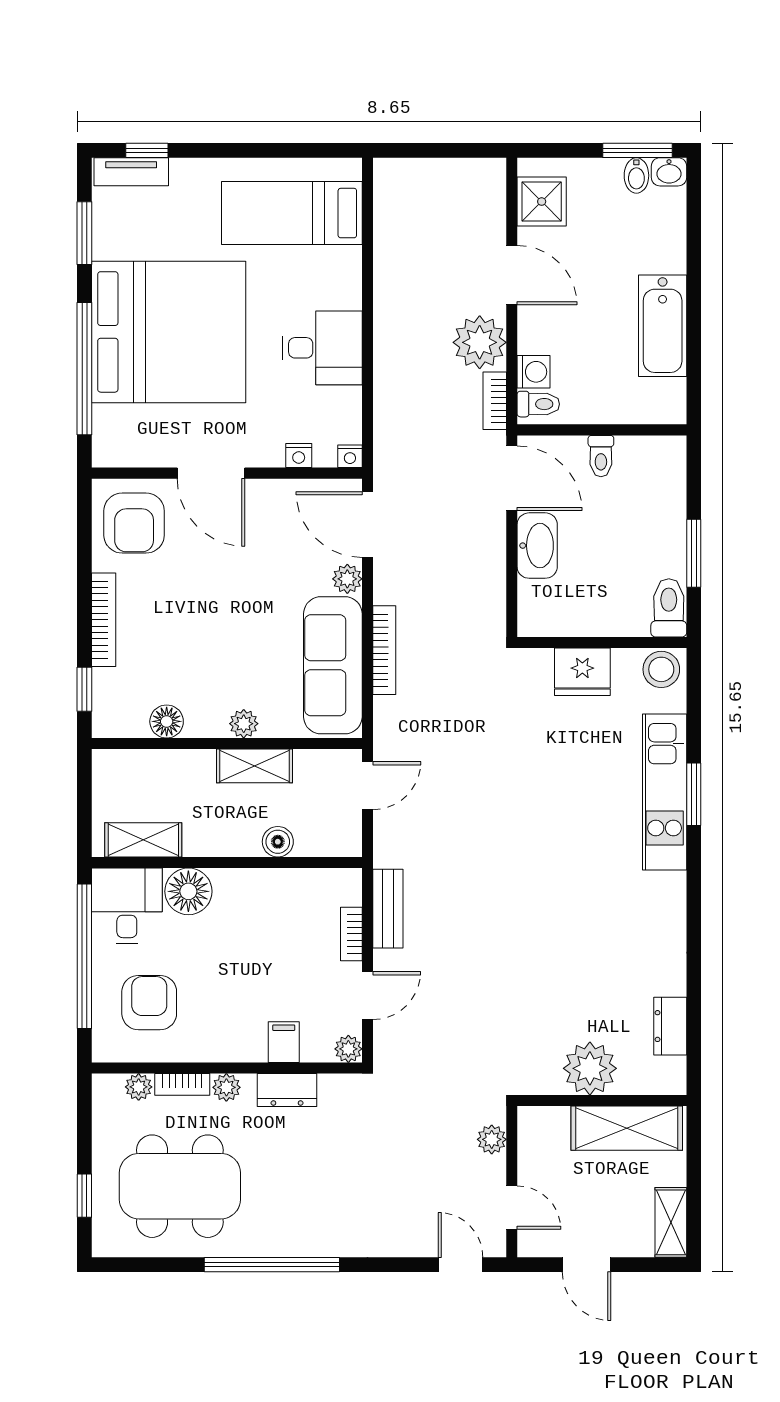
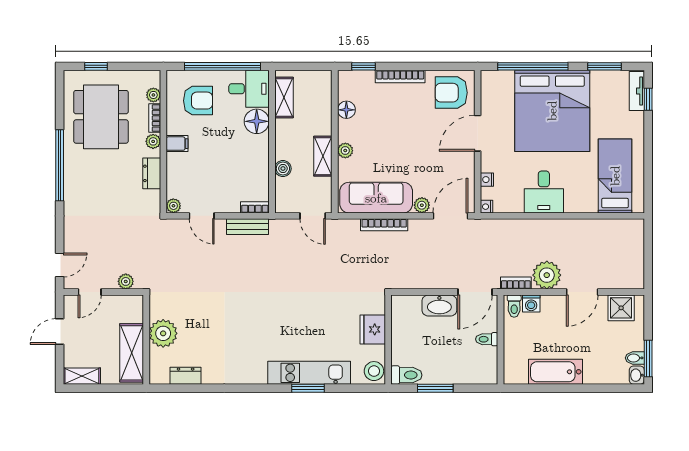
bookcase: (351, 934) -> (255, 207), moved
filing cabinet: (284, 1042) -> (177, 144), moved

